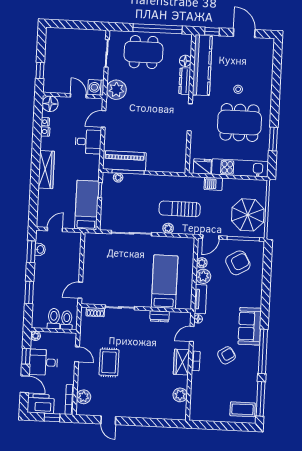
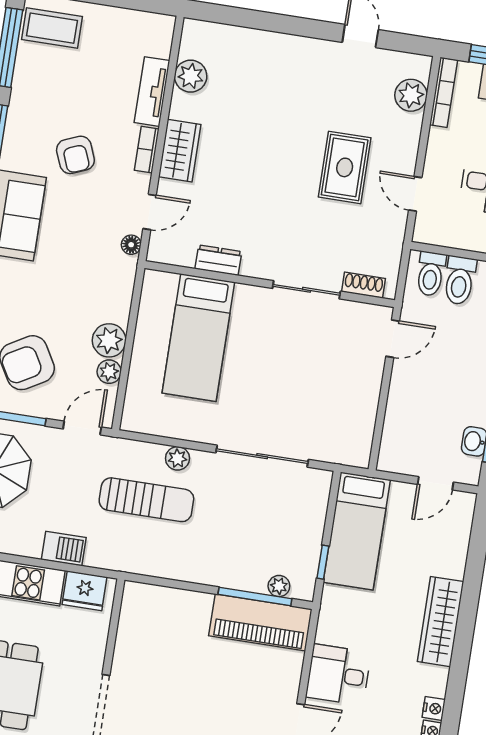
tv unit: (200, 299) -> (152, 92), moved
armchair: (226, 355) -> (75, 155), turned -79

